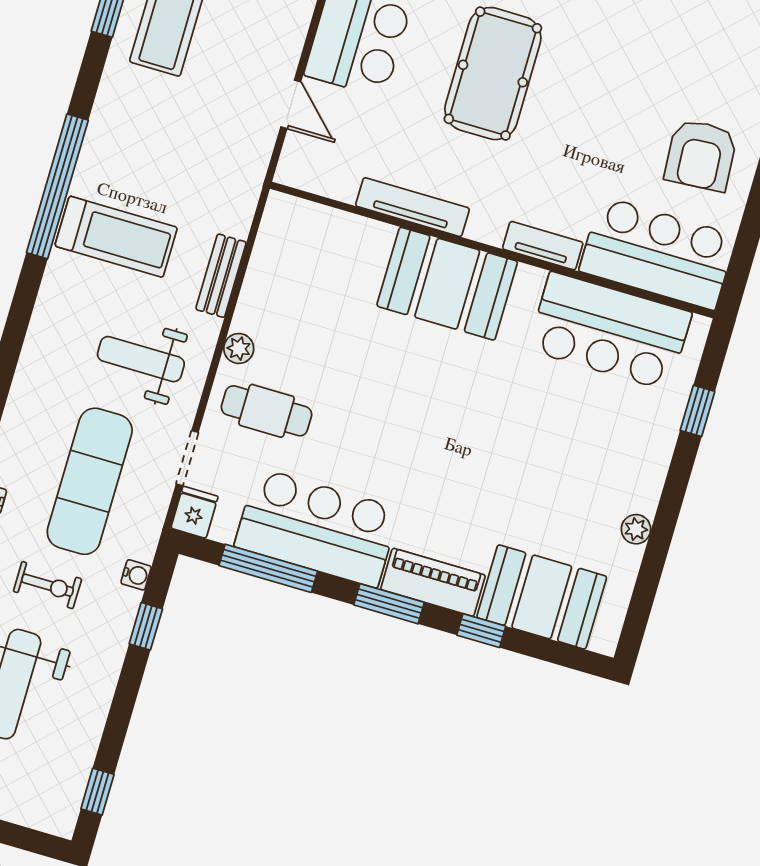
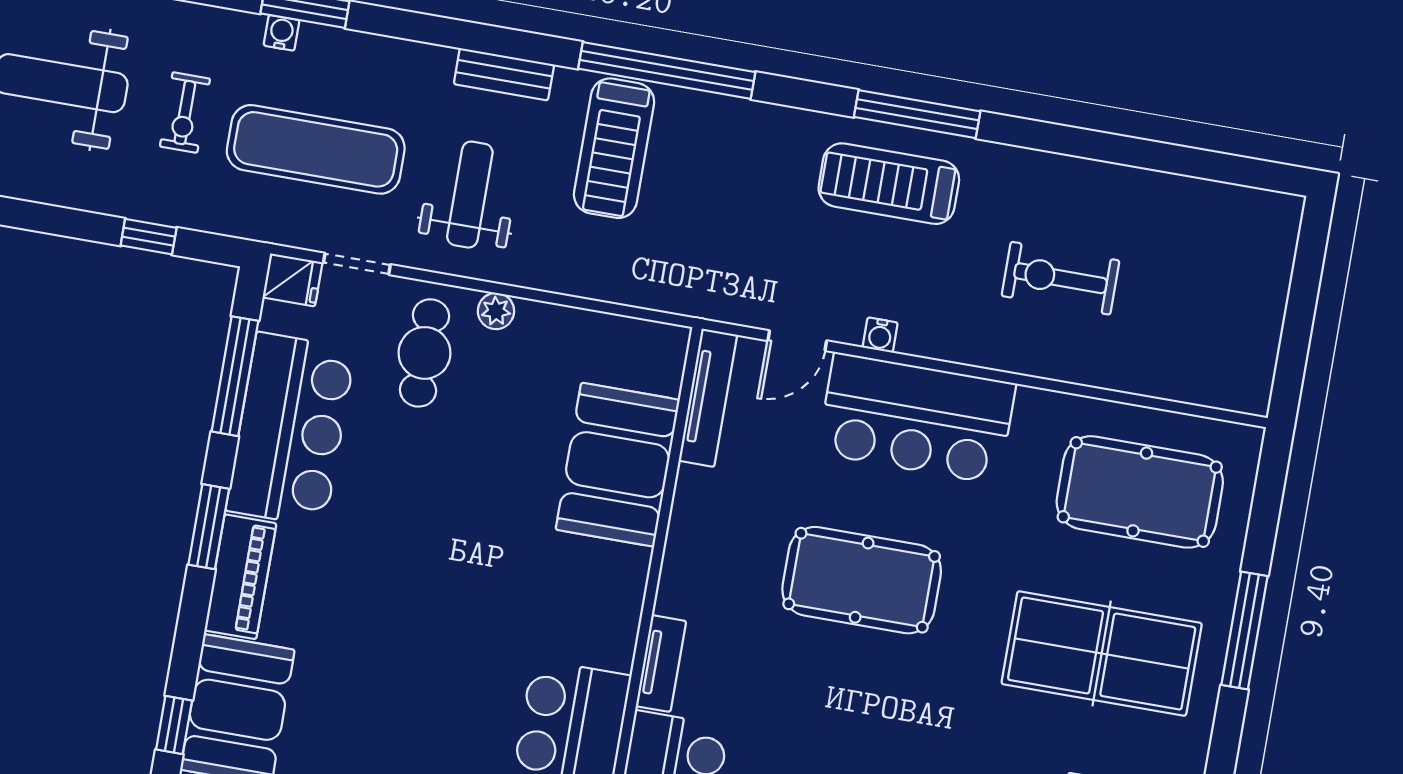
tv unit: (412, 207) -> (708, 398), moved
bench: (221, 276) -> (504, 74), moved
booth: (447, 284) -> (618, 465), moved
water cooler: (136, 575) -> (880, 335), moved
window: (481, 631) -> (174, 725), moved

